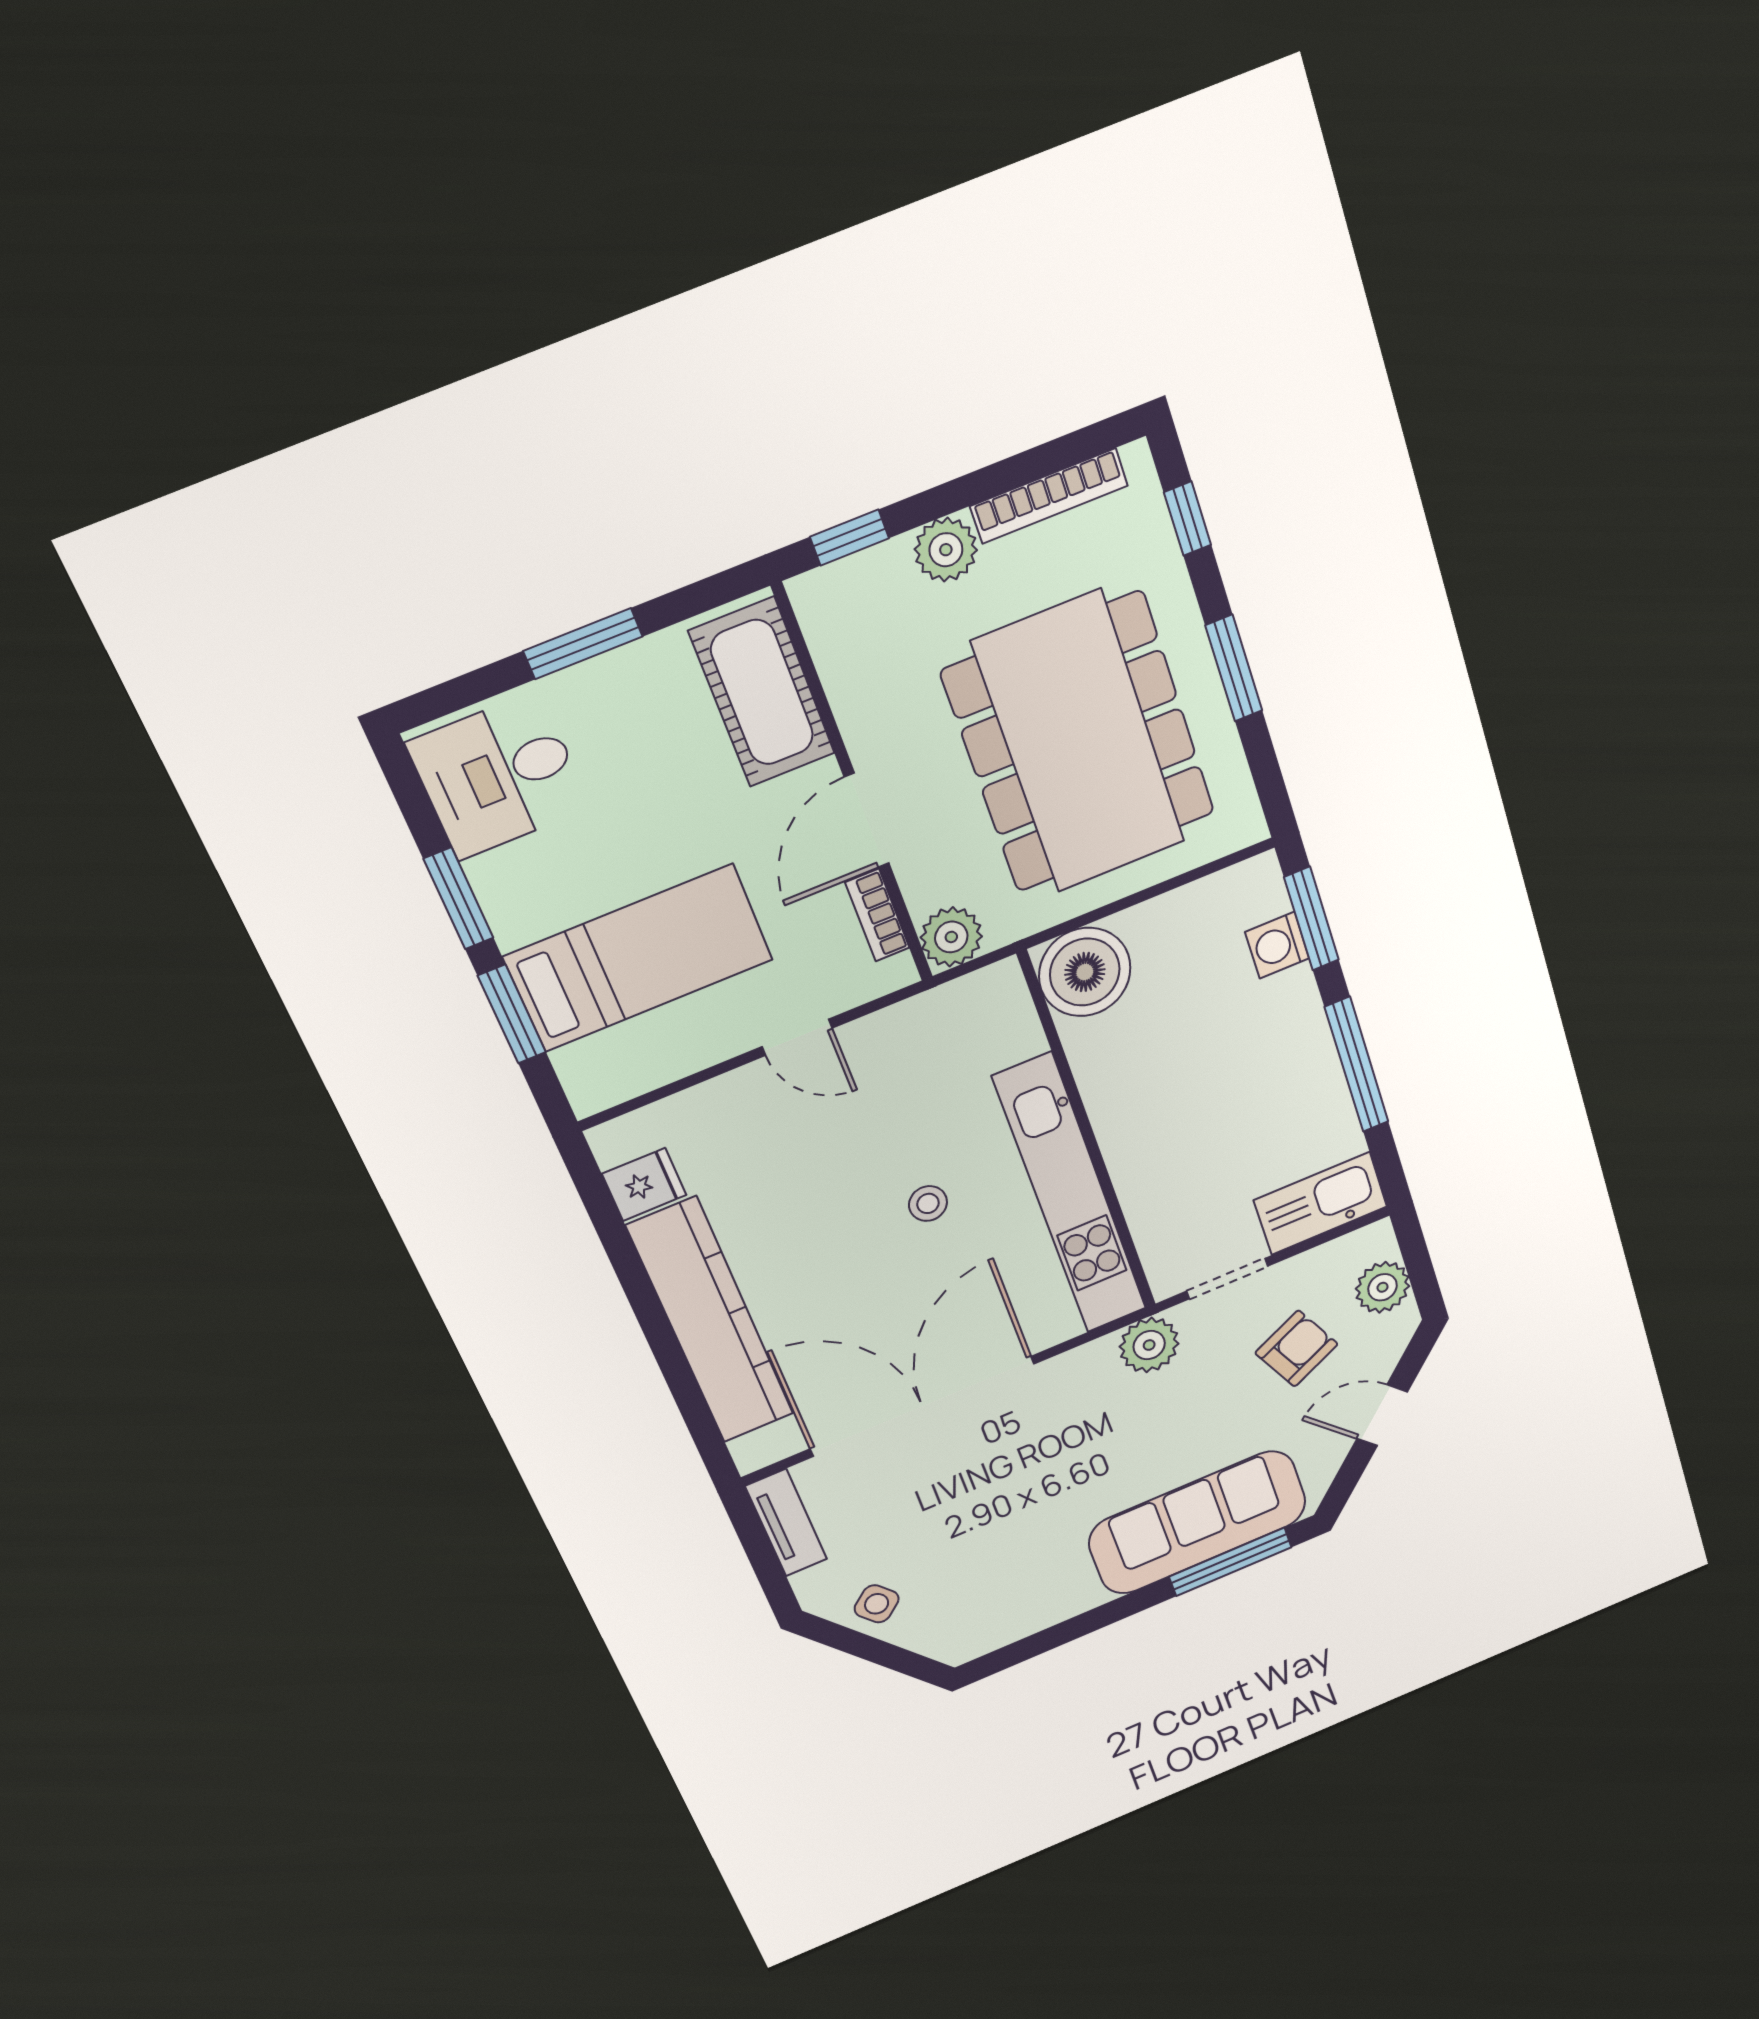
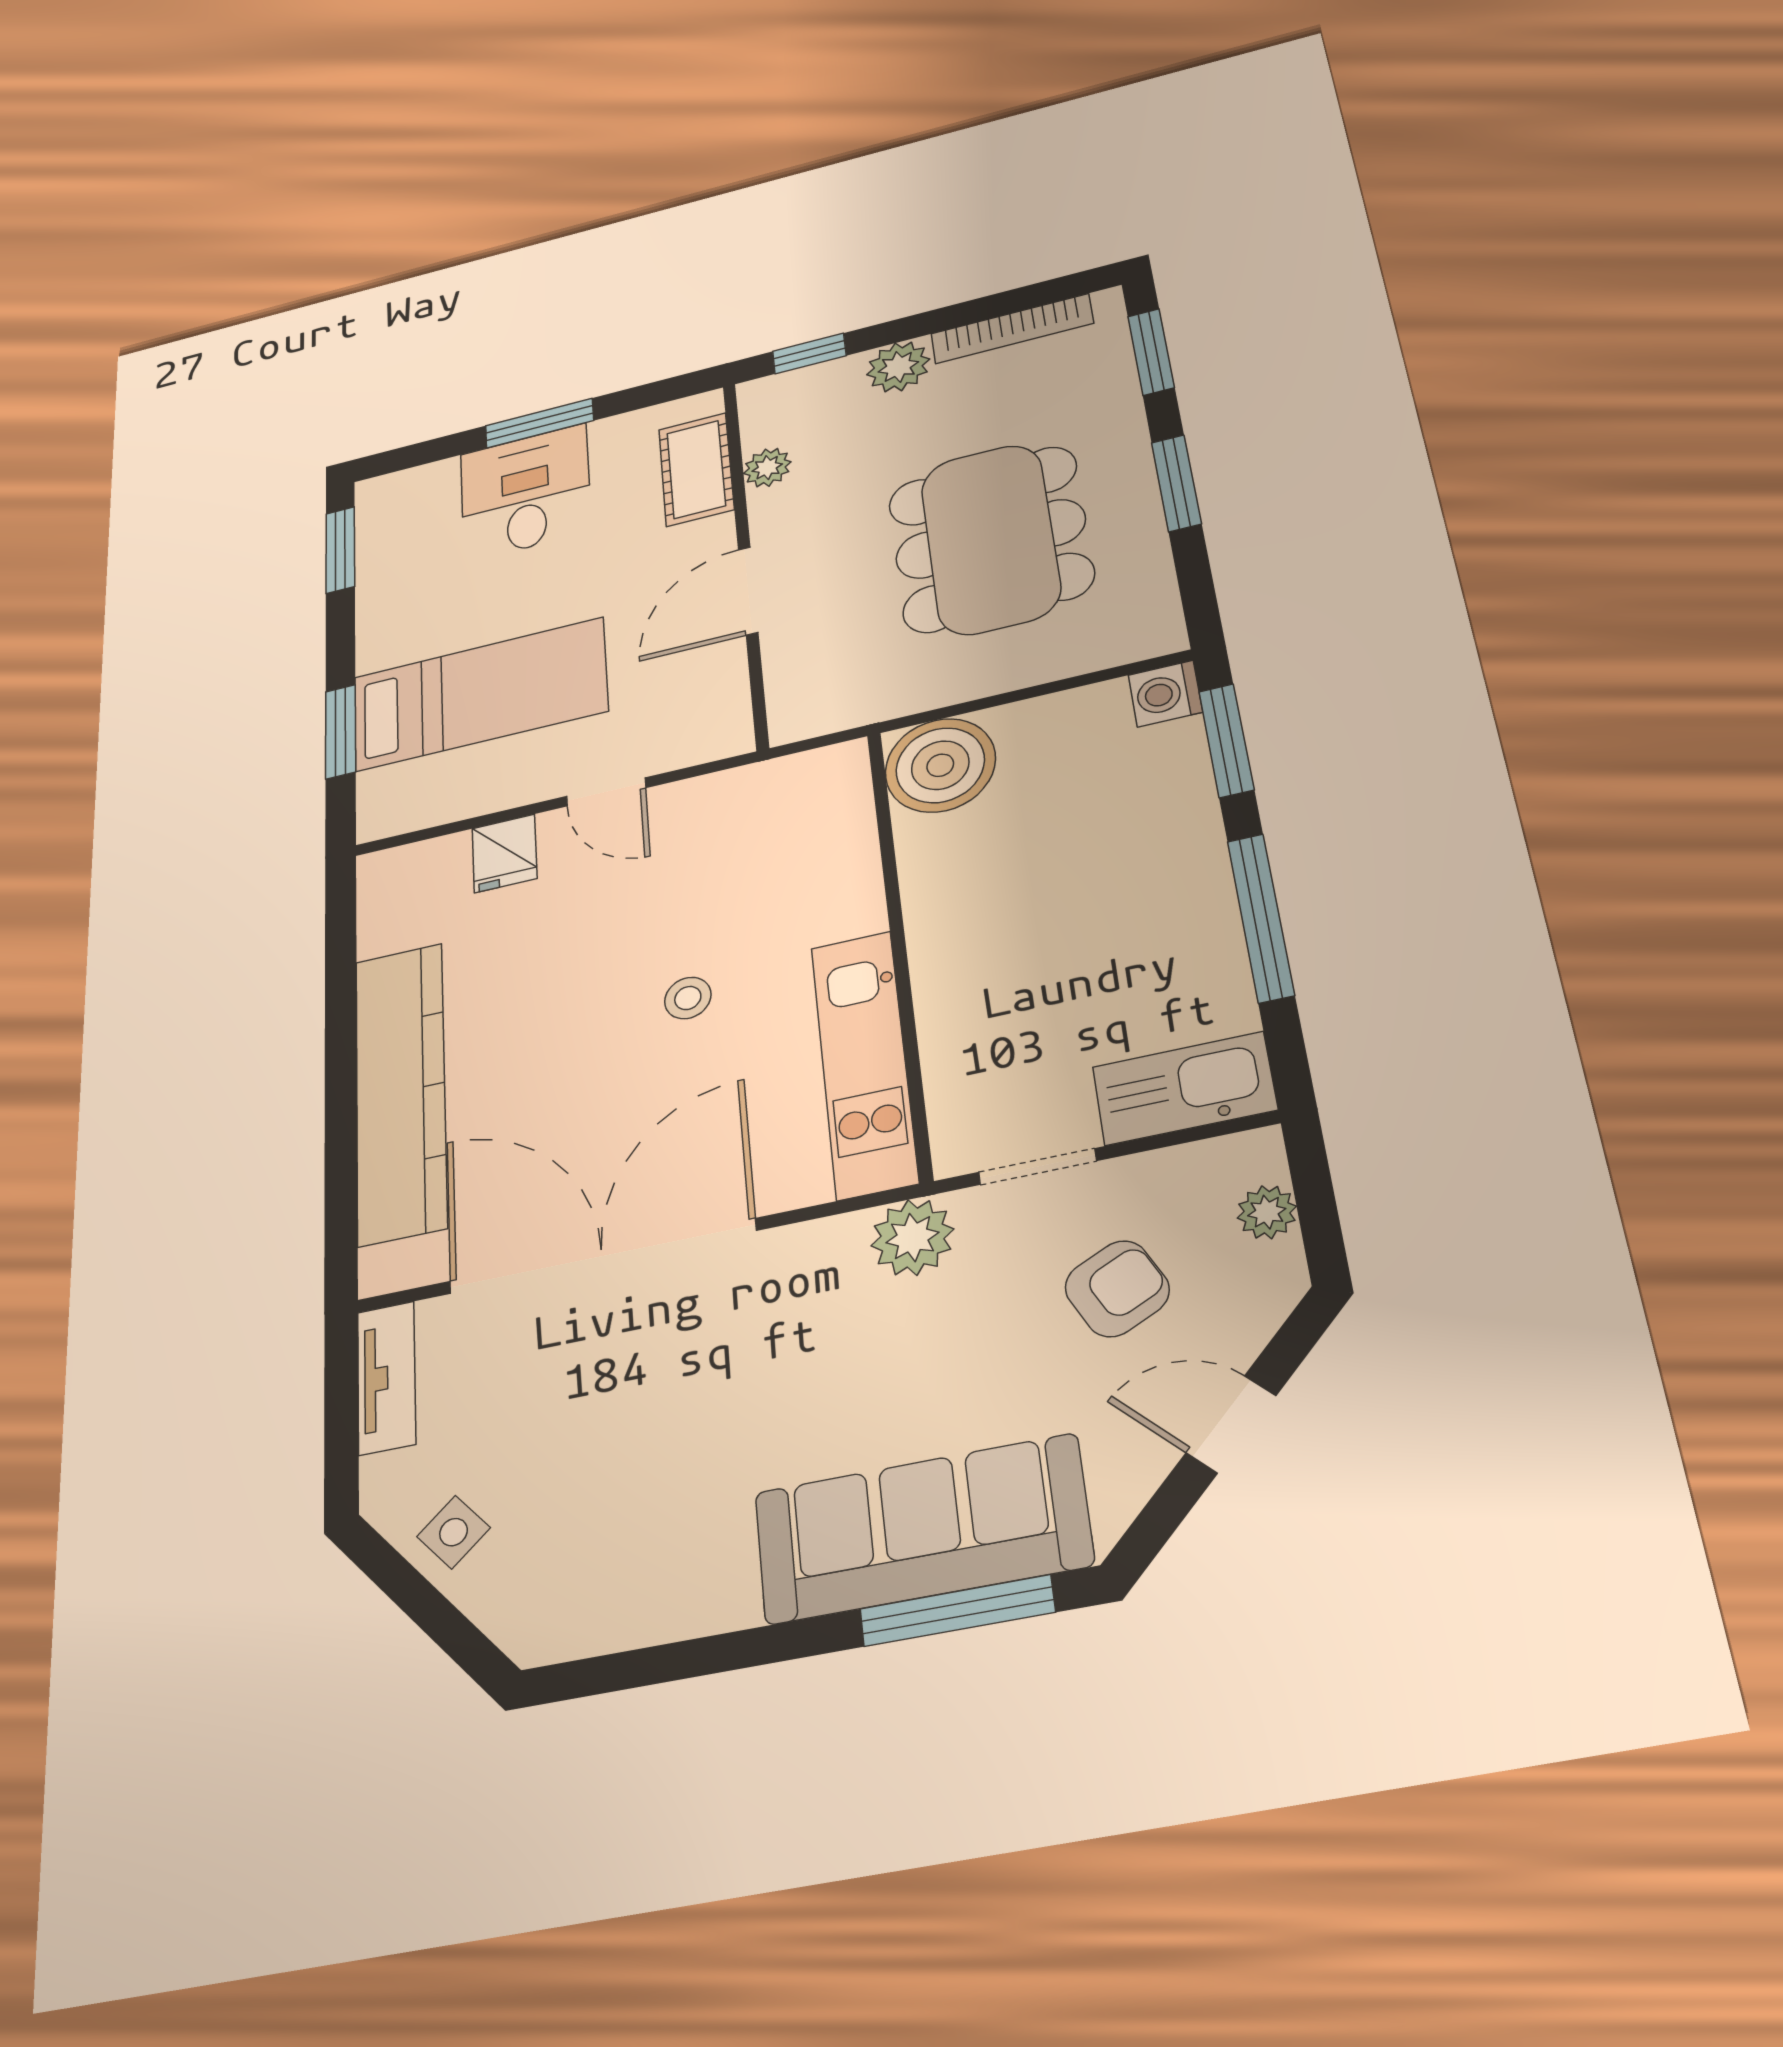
window: (1188, 519) -> (1151, 352), width x1.50
cot: (762, 693) -> (696, 469), width x0.73, depth x0.75
dining table: (1079, 743) -> (990, 539), width x0.73, depth x0.80
desk: (499, 776) -> (525, 492), moved, turned 90
window: (459, 899) -> (340, 550), moved
bookcase: (877, 915) -> (730, 681), removed
plant: (951, 937) -> (767, 468), moved, width x0.73, depth x0.73
washing machine: (1277, 945) -> (1165, 694), moved
fridge: (644, 1184) -> (505, 853), moved, turned 90
kitchen unit: (1070, 1195) -> (864, 1063), width x0.73
plant: (1383, 1287) -> (1267, 1212), width x0.73, depth x0.73

